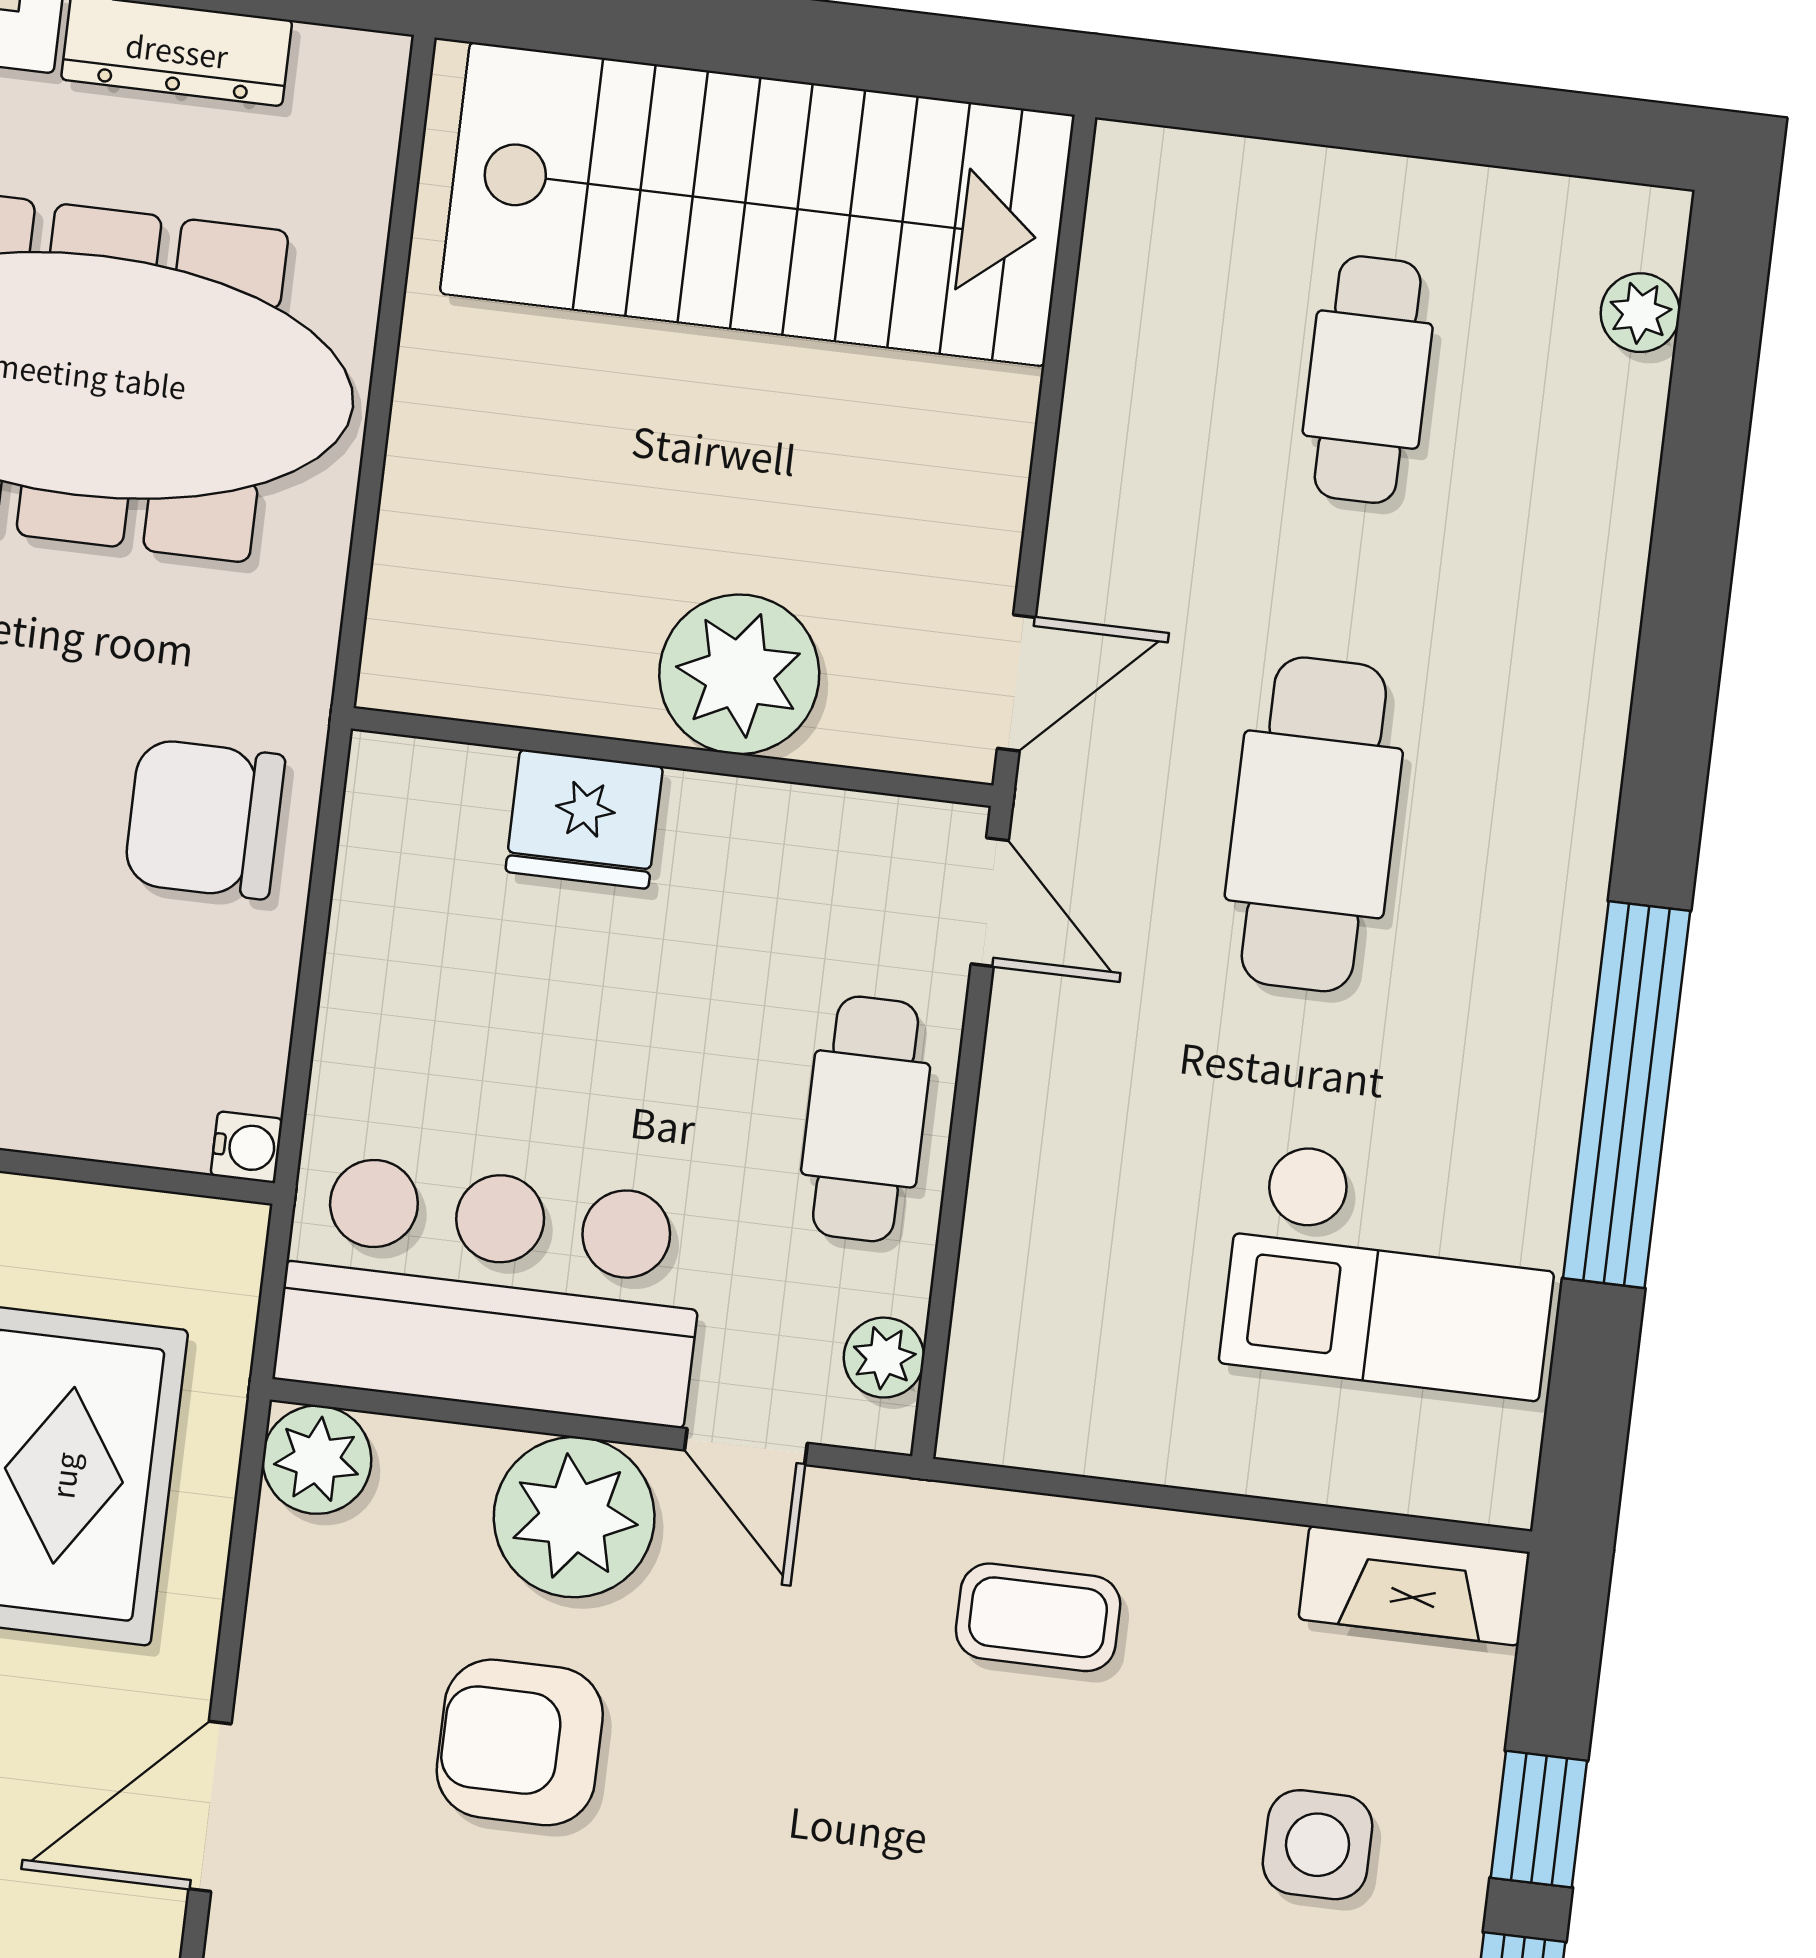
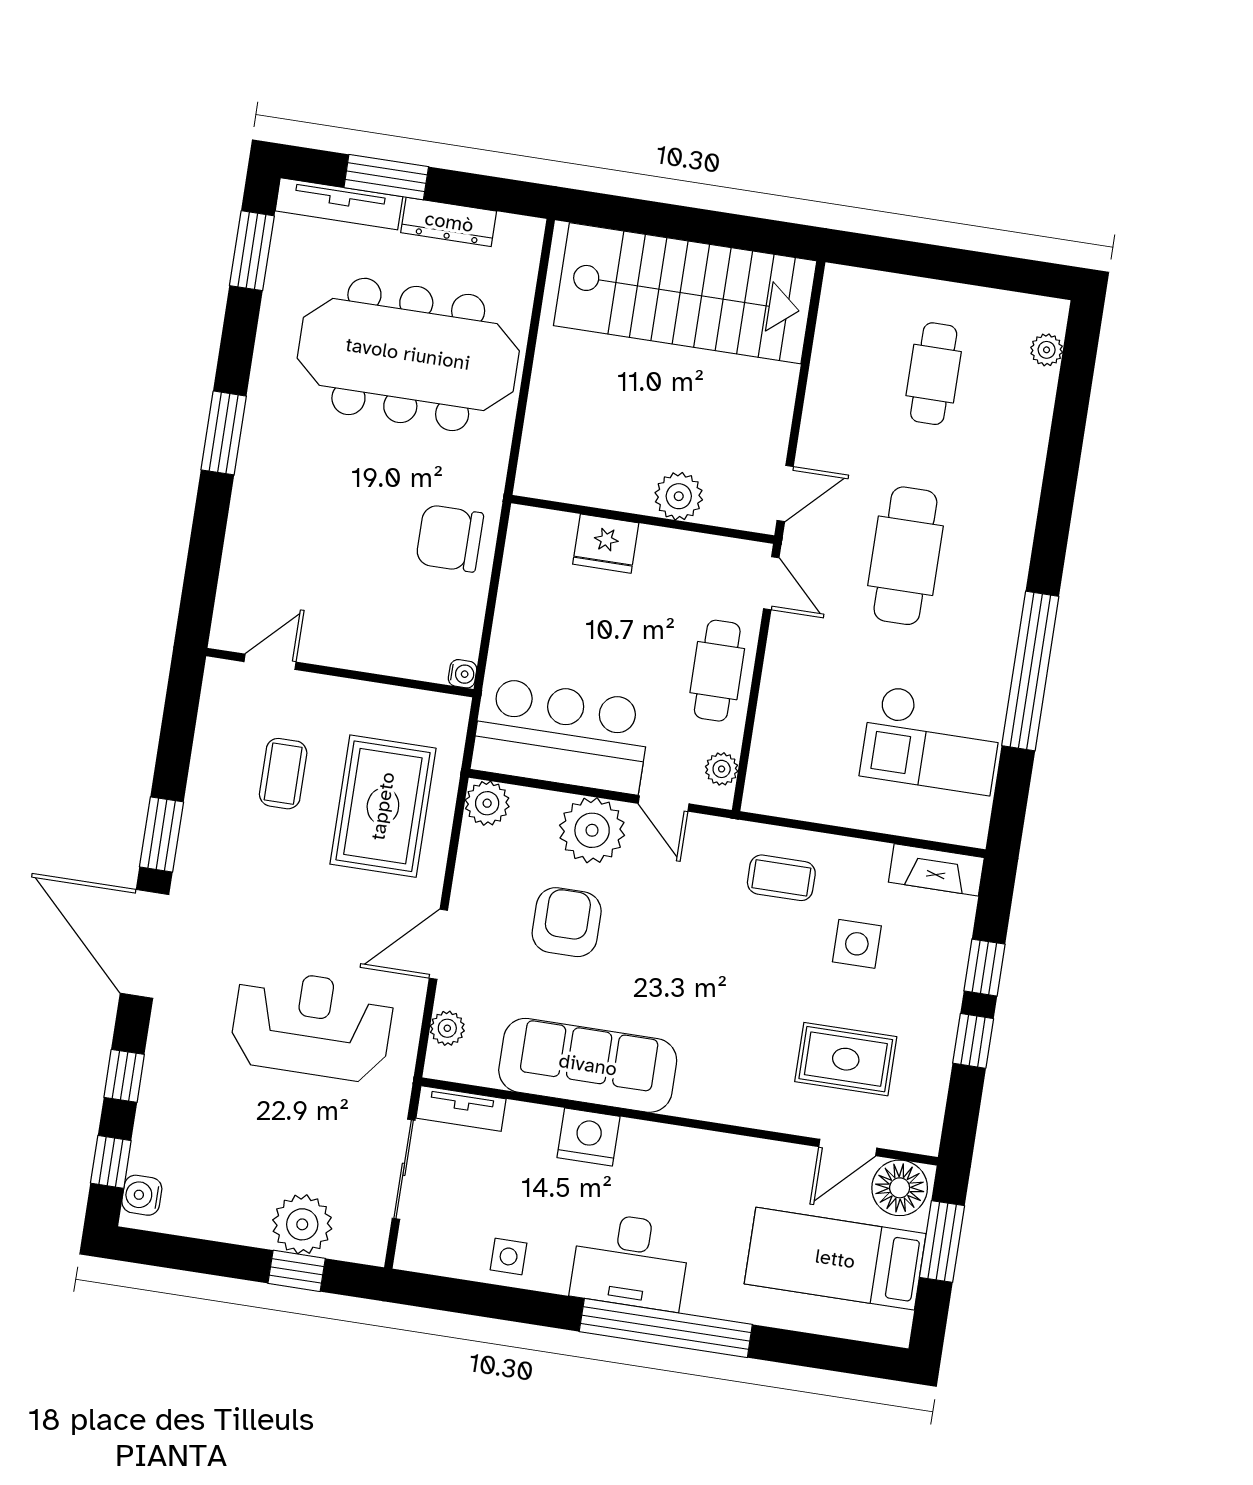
plant: (739, 674) -> (679, 496), width x0.73, depth x0.73
armchair: (520, 1742) -> (567, 922), turned 90
side table: (1318, 1845) -> (857, 944), moved

